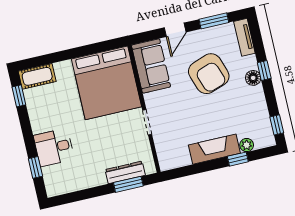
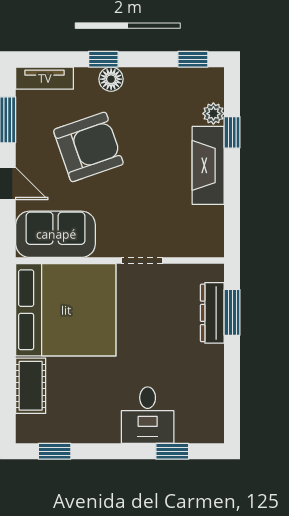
cot: (37, 76) -> (31, 386), moved

